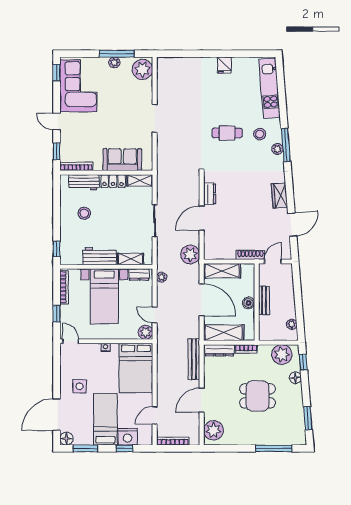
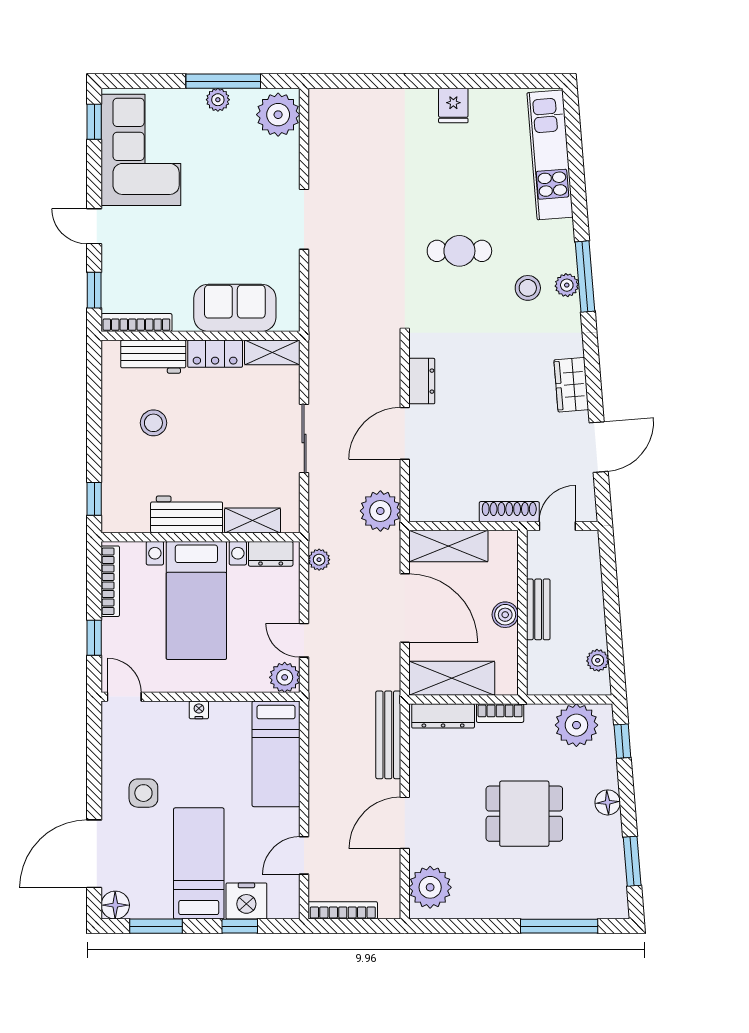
stool: (260, 134) -> (528, 288), moved
bed: (136, 368) -> (276, 754), width x0.67
floor lamp: (295, 378) -> (608, 802), moved

